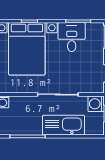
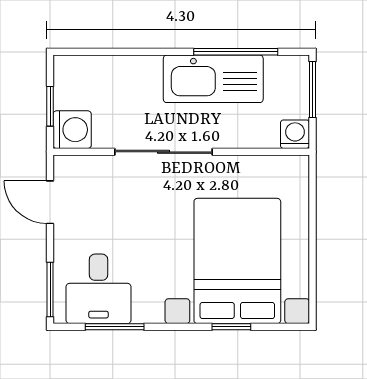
desk: (72, 37) -> (98, 289), moved
kitchen sink: (63, 125) -> (213, 79), moved

